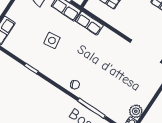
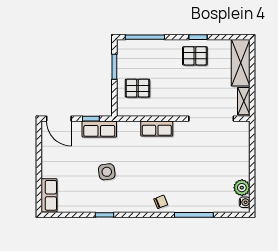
row of seats: (89, 23) -> (157, 128), moved

